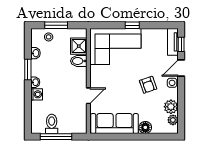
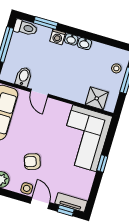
washbasin: (36, 53) -> (84, 44), moved
bidet: (79, 61) -> (23, 77), moved
window: (28, 69) -> (46, 23), moved
toilet: (52, 124) -> (25, 28), moved

